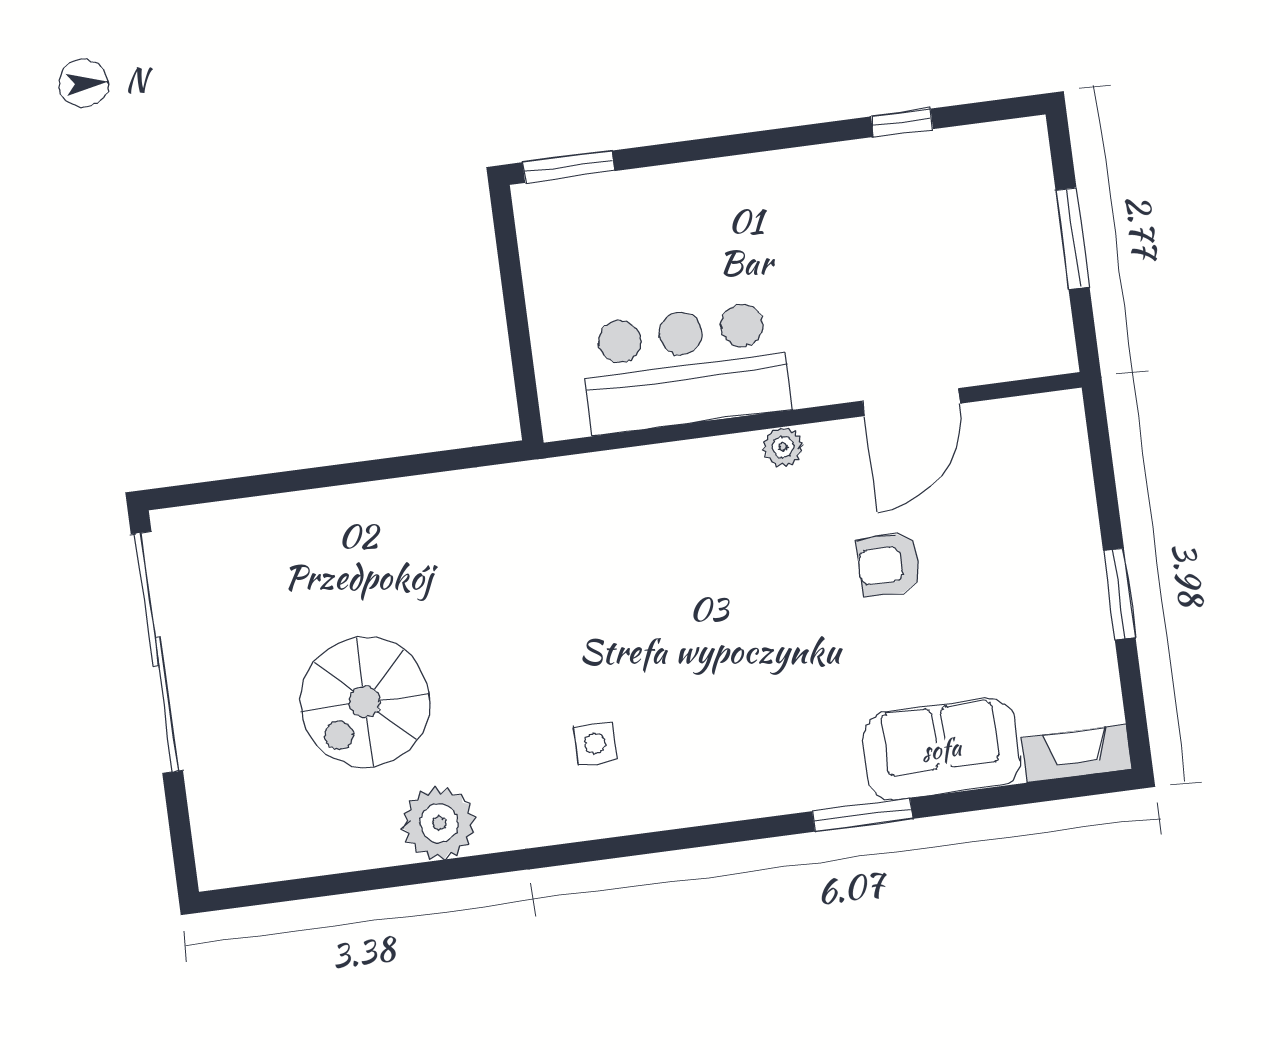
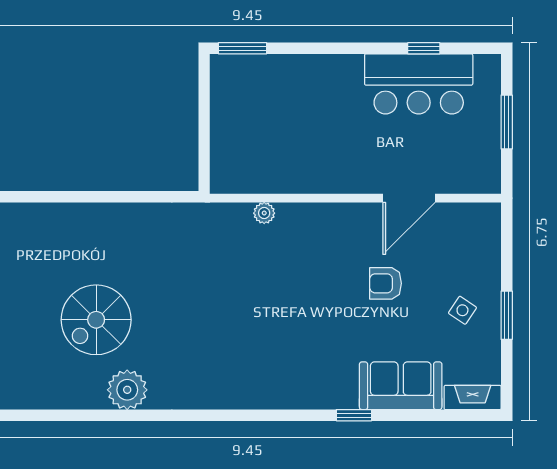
bar counter: (685, 368) -> (419, 84), moved, turned 180
plant: (783, 447) -> (264, 213), moved
side table: (595, 743) -> (462, 310), moved, turned 34
window: (863, 815) -> (354, 415), width x0.67

